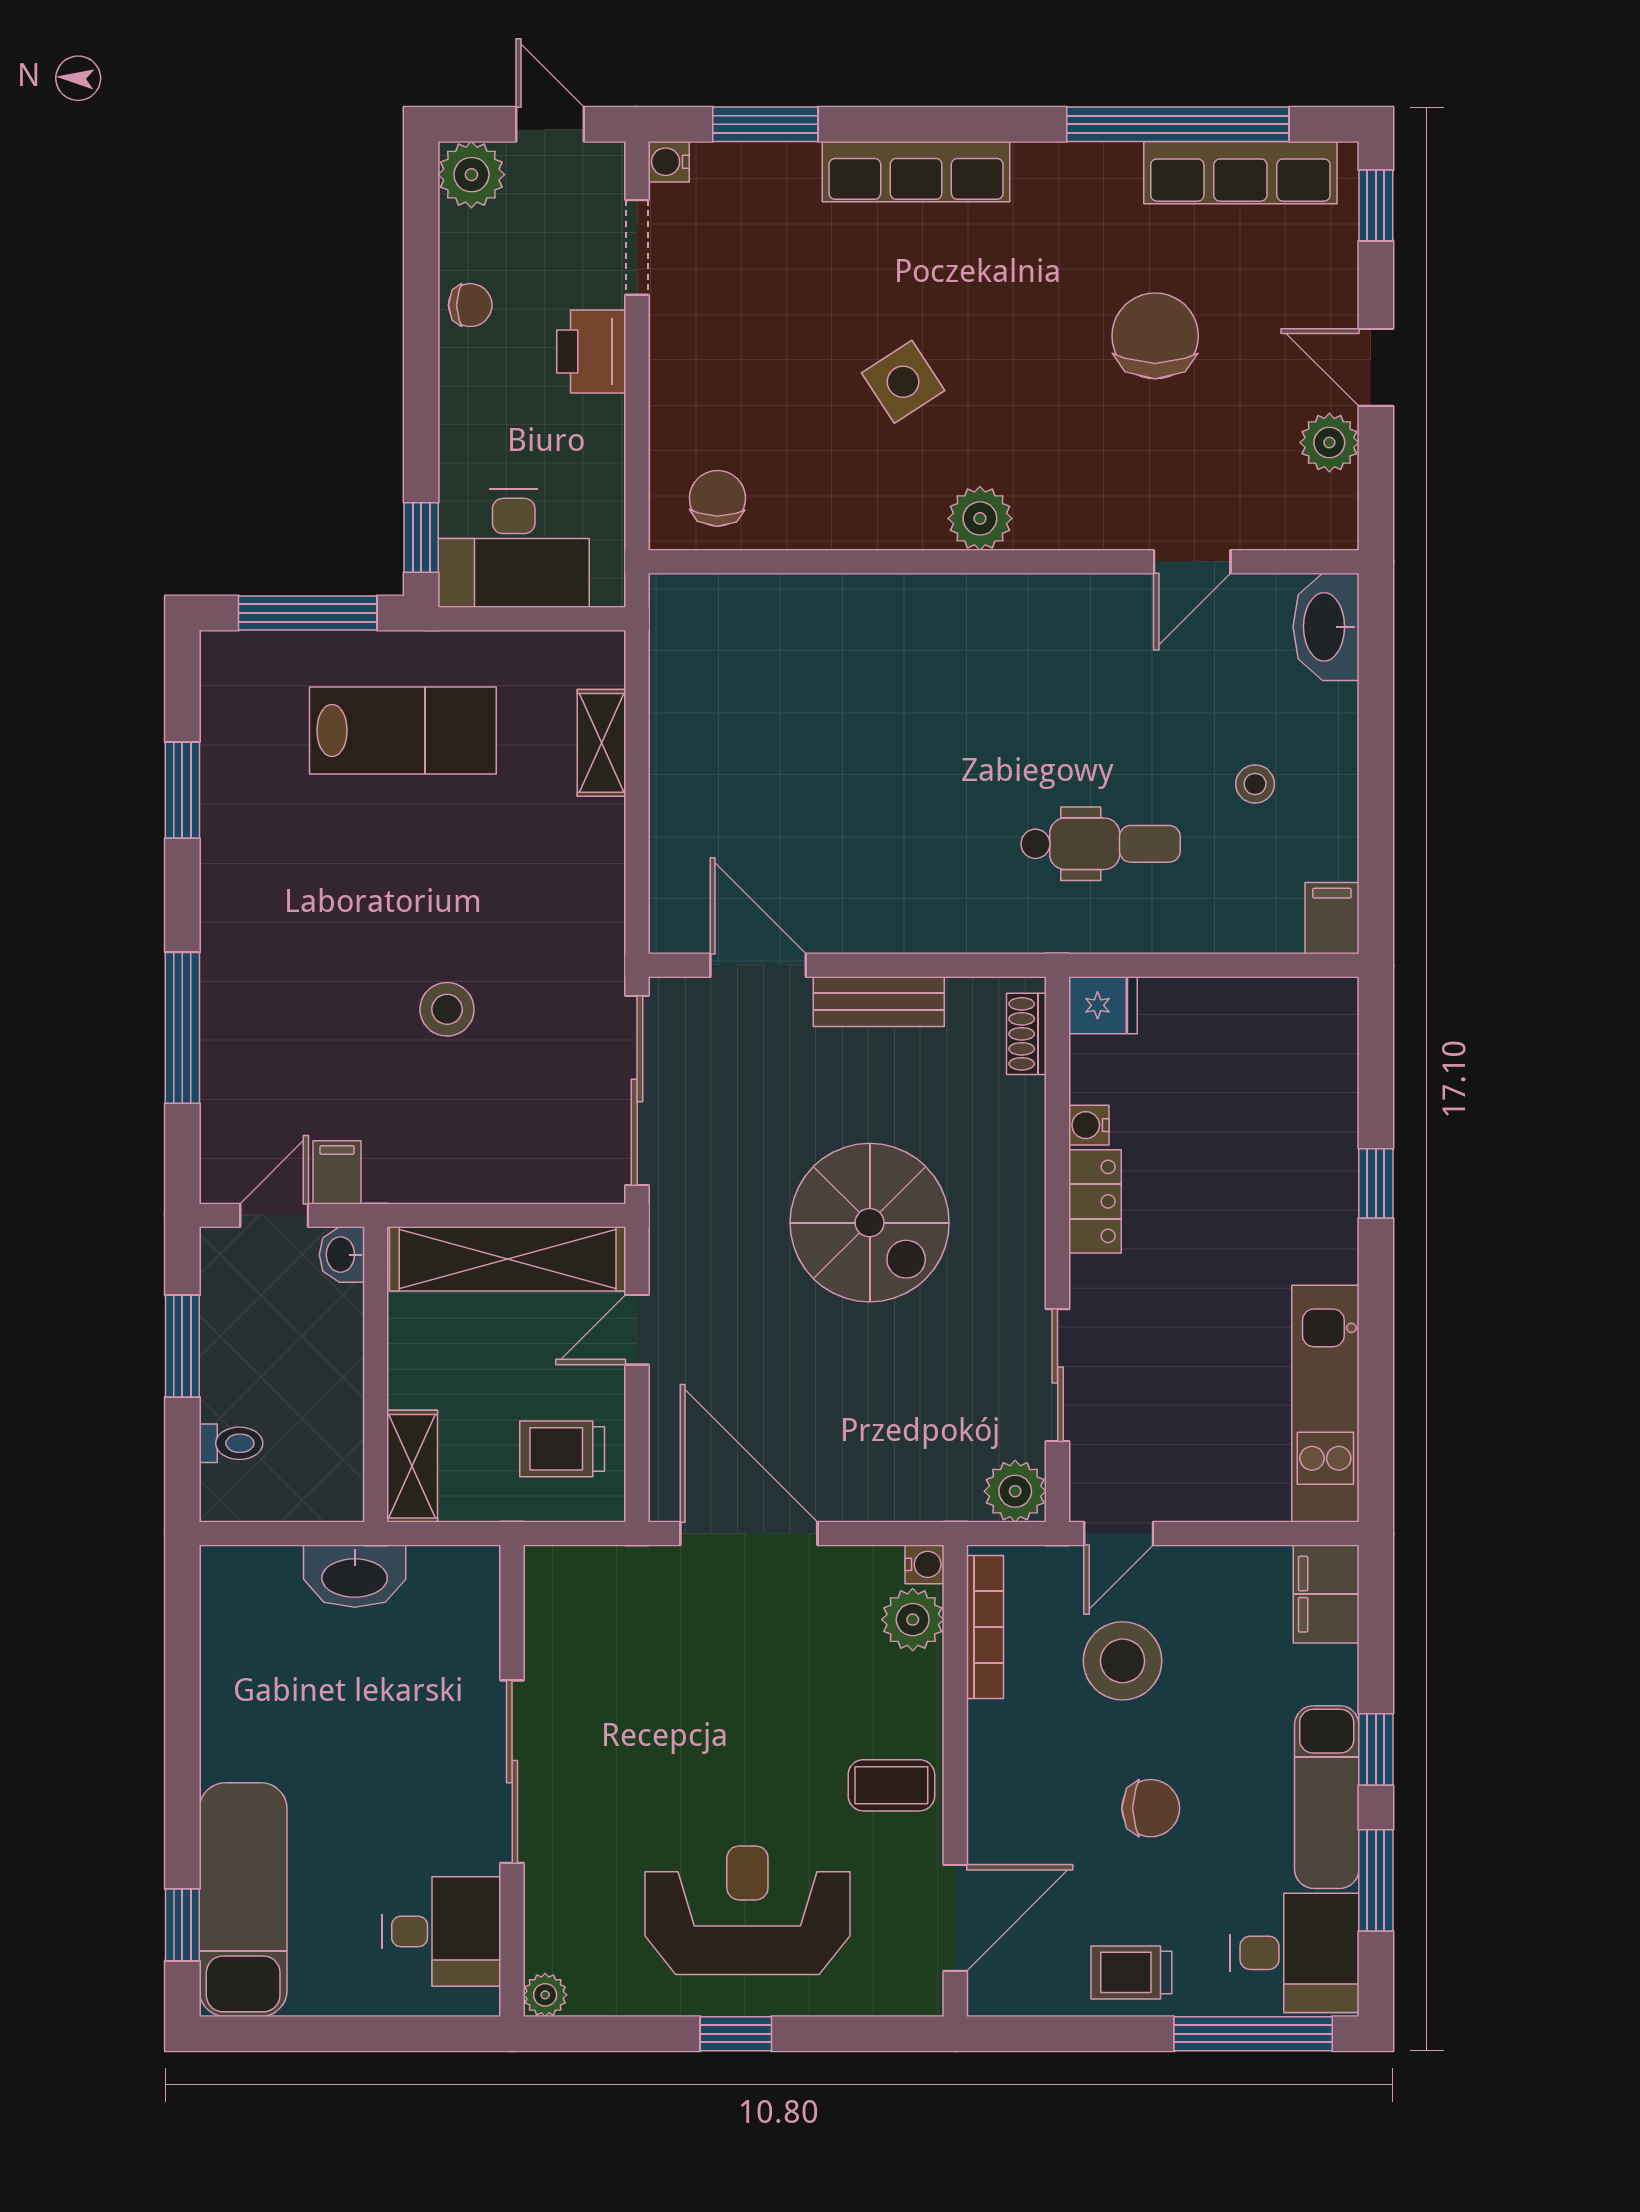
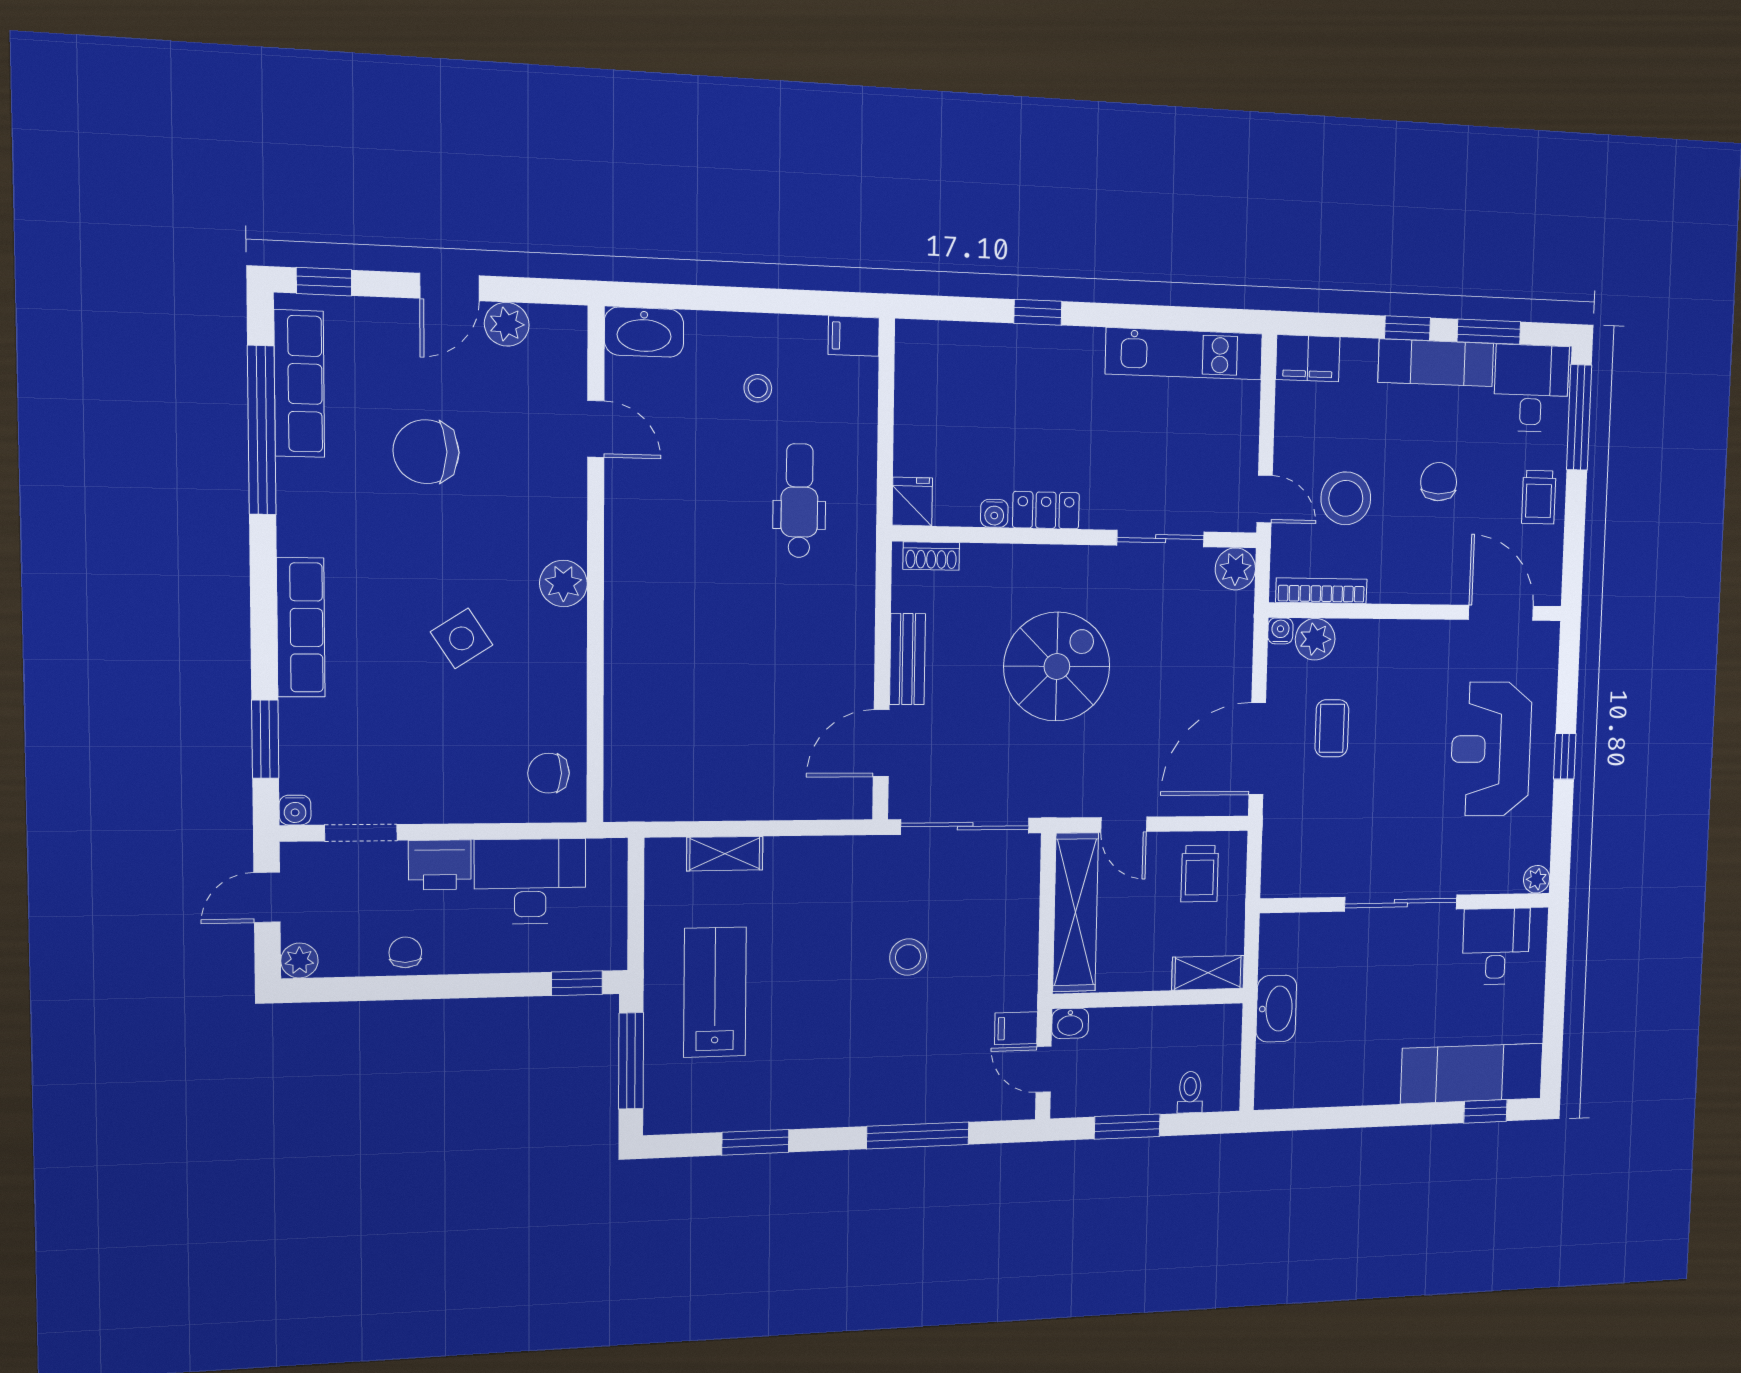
plant: (471, 175) -> (299, 960), width x0.73, depth x0.73
desk: (514, 548) -> (530, 881), moved, turned -90
coffee table: (891, 1785) -> (1332, 728), moved

